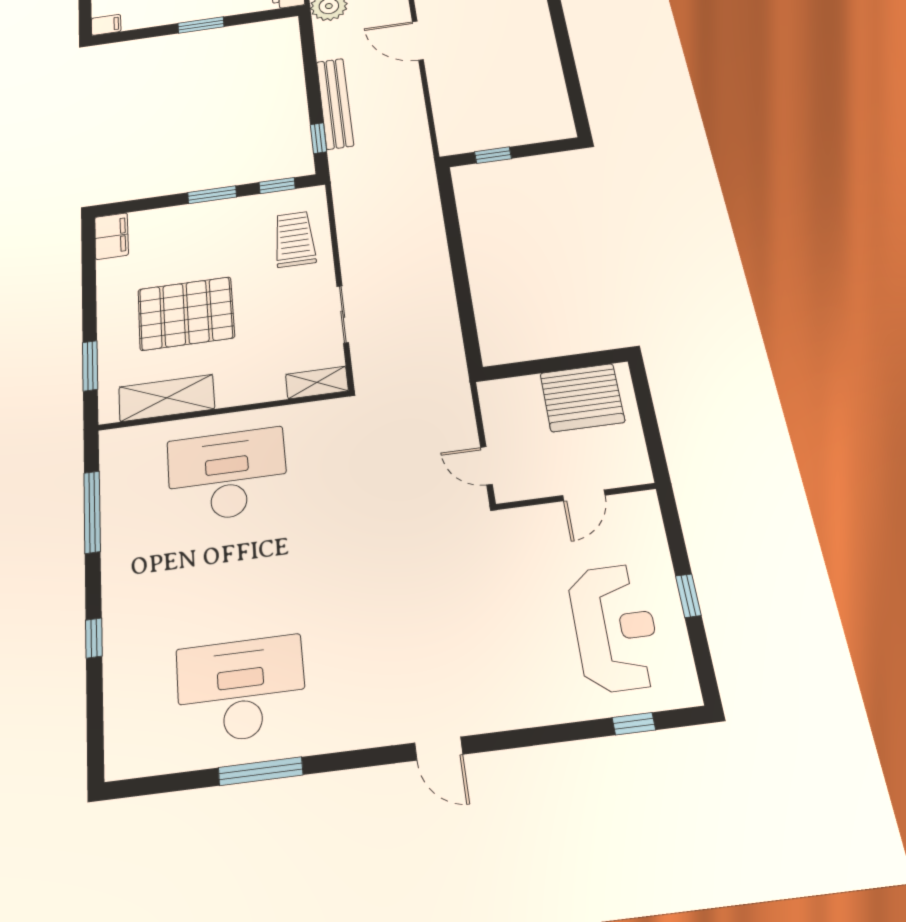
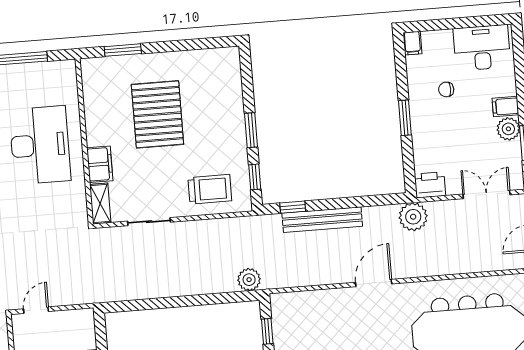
plant: (421, 182) -> (249, 280), added
filing cabinet: (111, 236) -> (100, 164), moved, turned -90
shelving: (167, 398) -> (96, 103), removed

